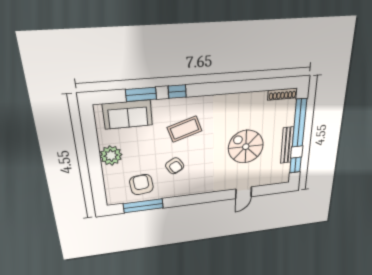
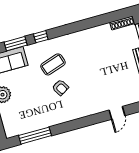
spiral stairs: (246, 147) -> (106, 71), removed
armchair: (175, 166) -> (60, 88), moved
armchair: (141, 185) -> (30, 116), removed

